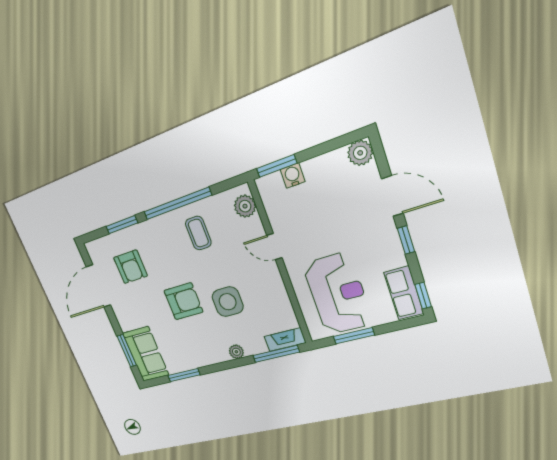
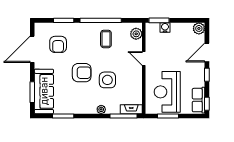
door: (392, 196) -> (207, 52), swing flipped
reception desk: (338, 294) -> (167, 92), turned 180
sofa: (146, 354) -> (44, 91), width x1.36

